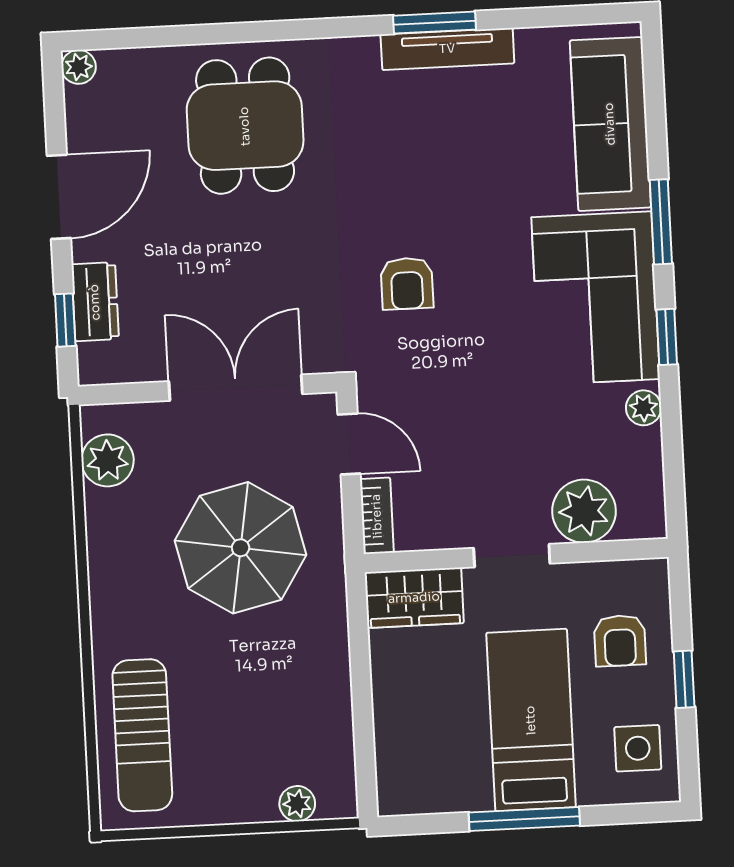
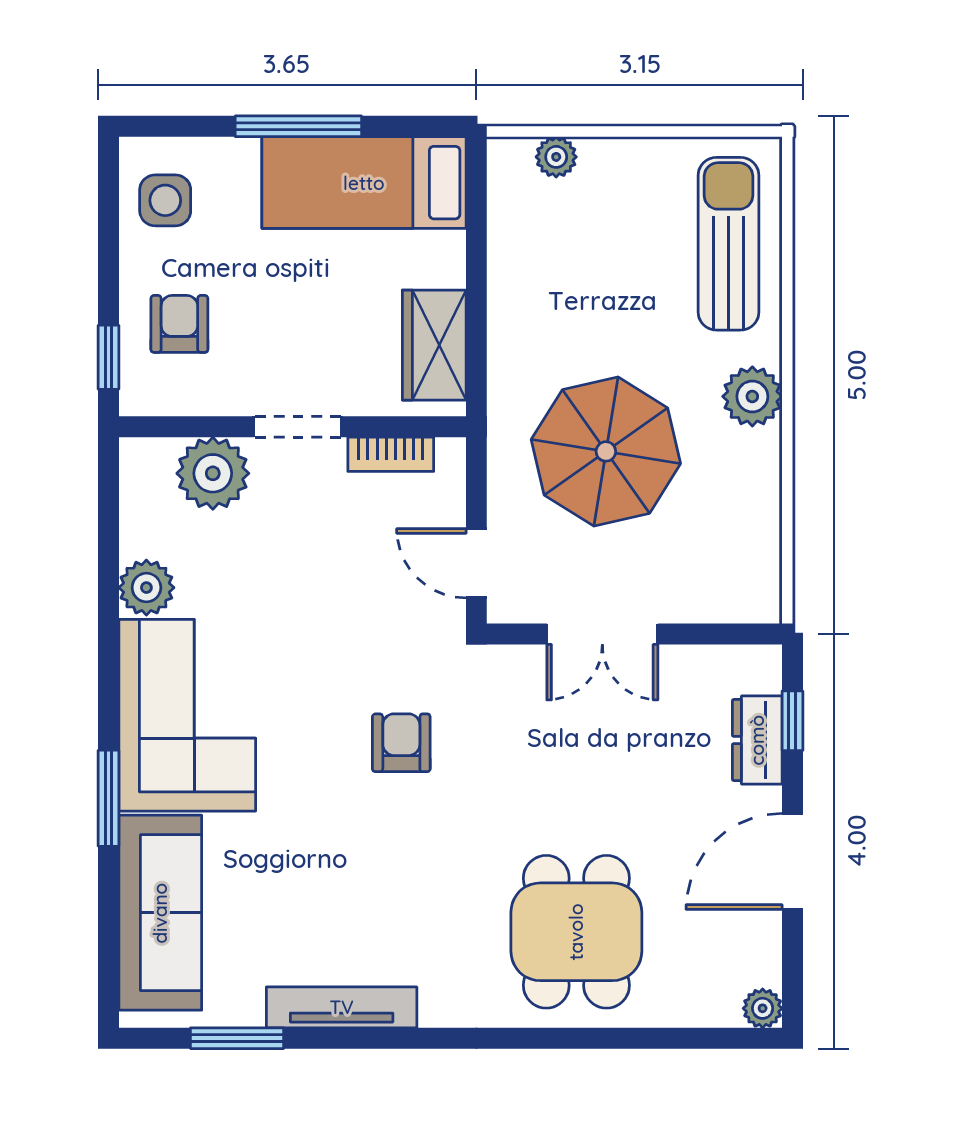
window: (435, 23) -> (237, 1038), moved
window: (667, 337) -> (109, 667), removed
double door: (236, 388) -> (602, 634), width x0.73
plant: (644, 408) -> (146, 588), width x1.38, depth x1.38
plant: (108, 460) -> (752, 396), moved
bookcase: (377, 516) -> (391, 454), moved, turned -90
wardrobe: (414, 598) -> (434, 345), moved, turned -90
window: (684, 679) -> (109, 357), moved
bed: (531, 720) -> (364, 183), moved, turned 90

